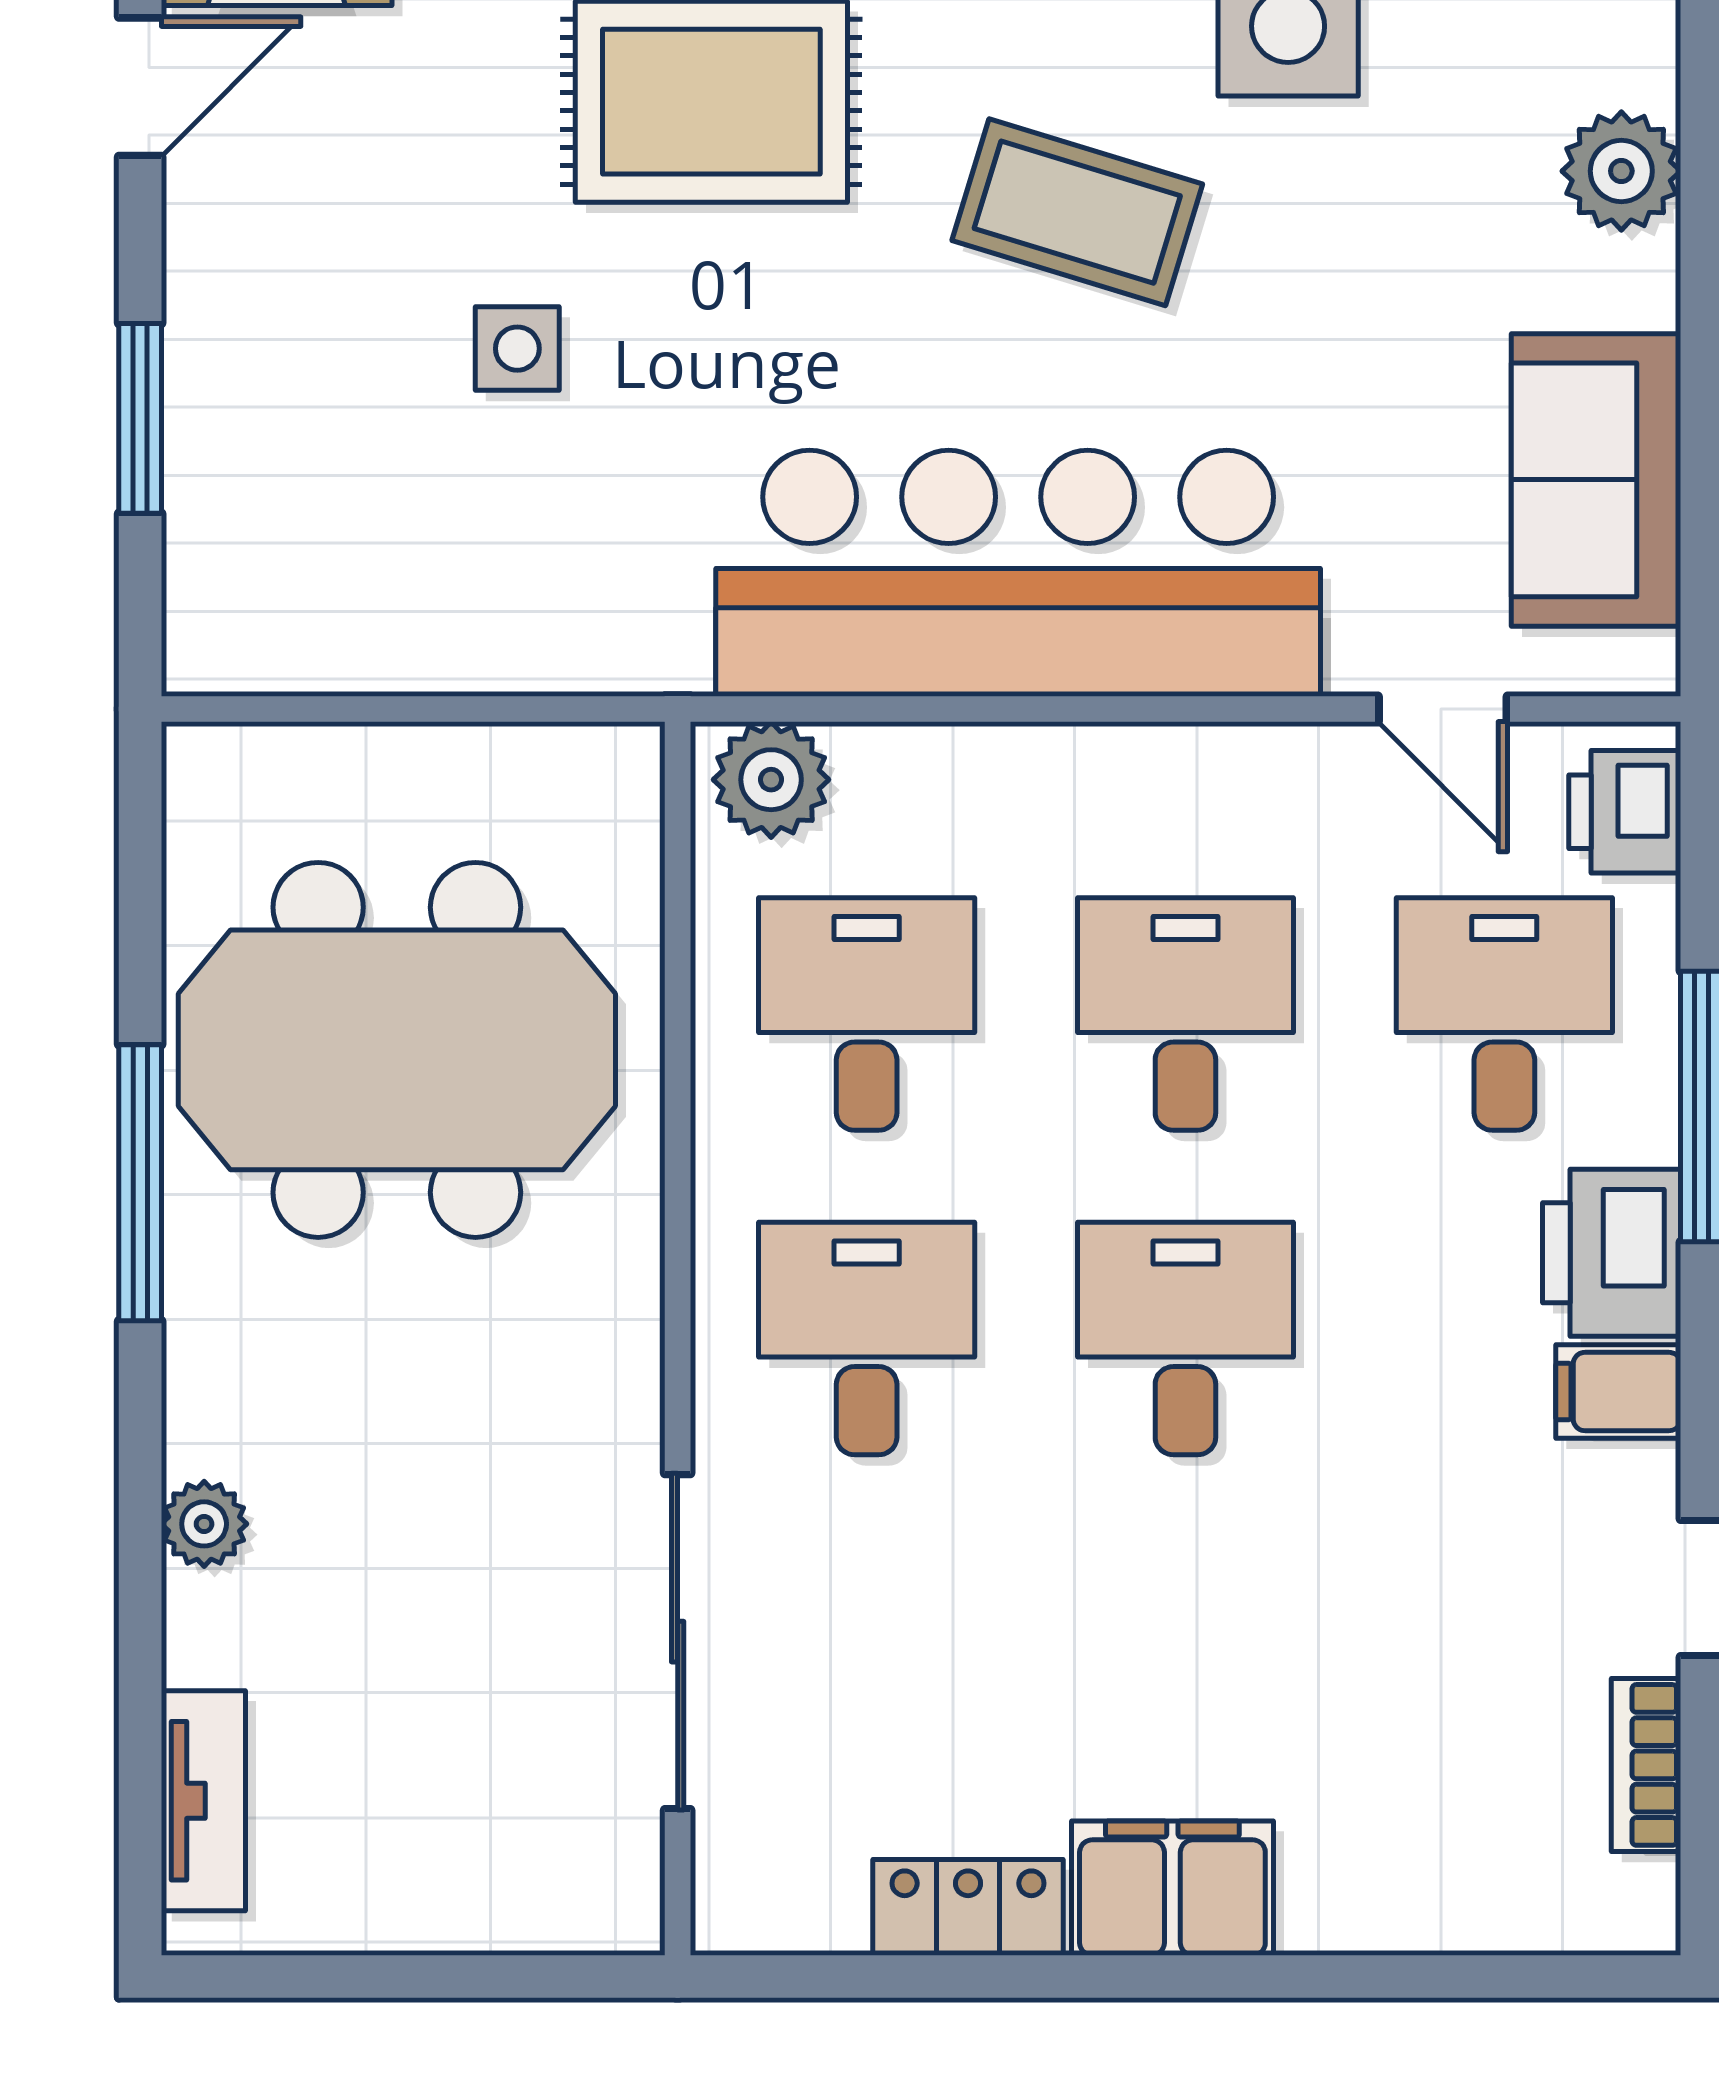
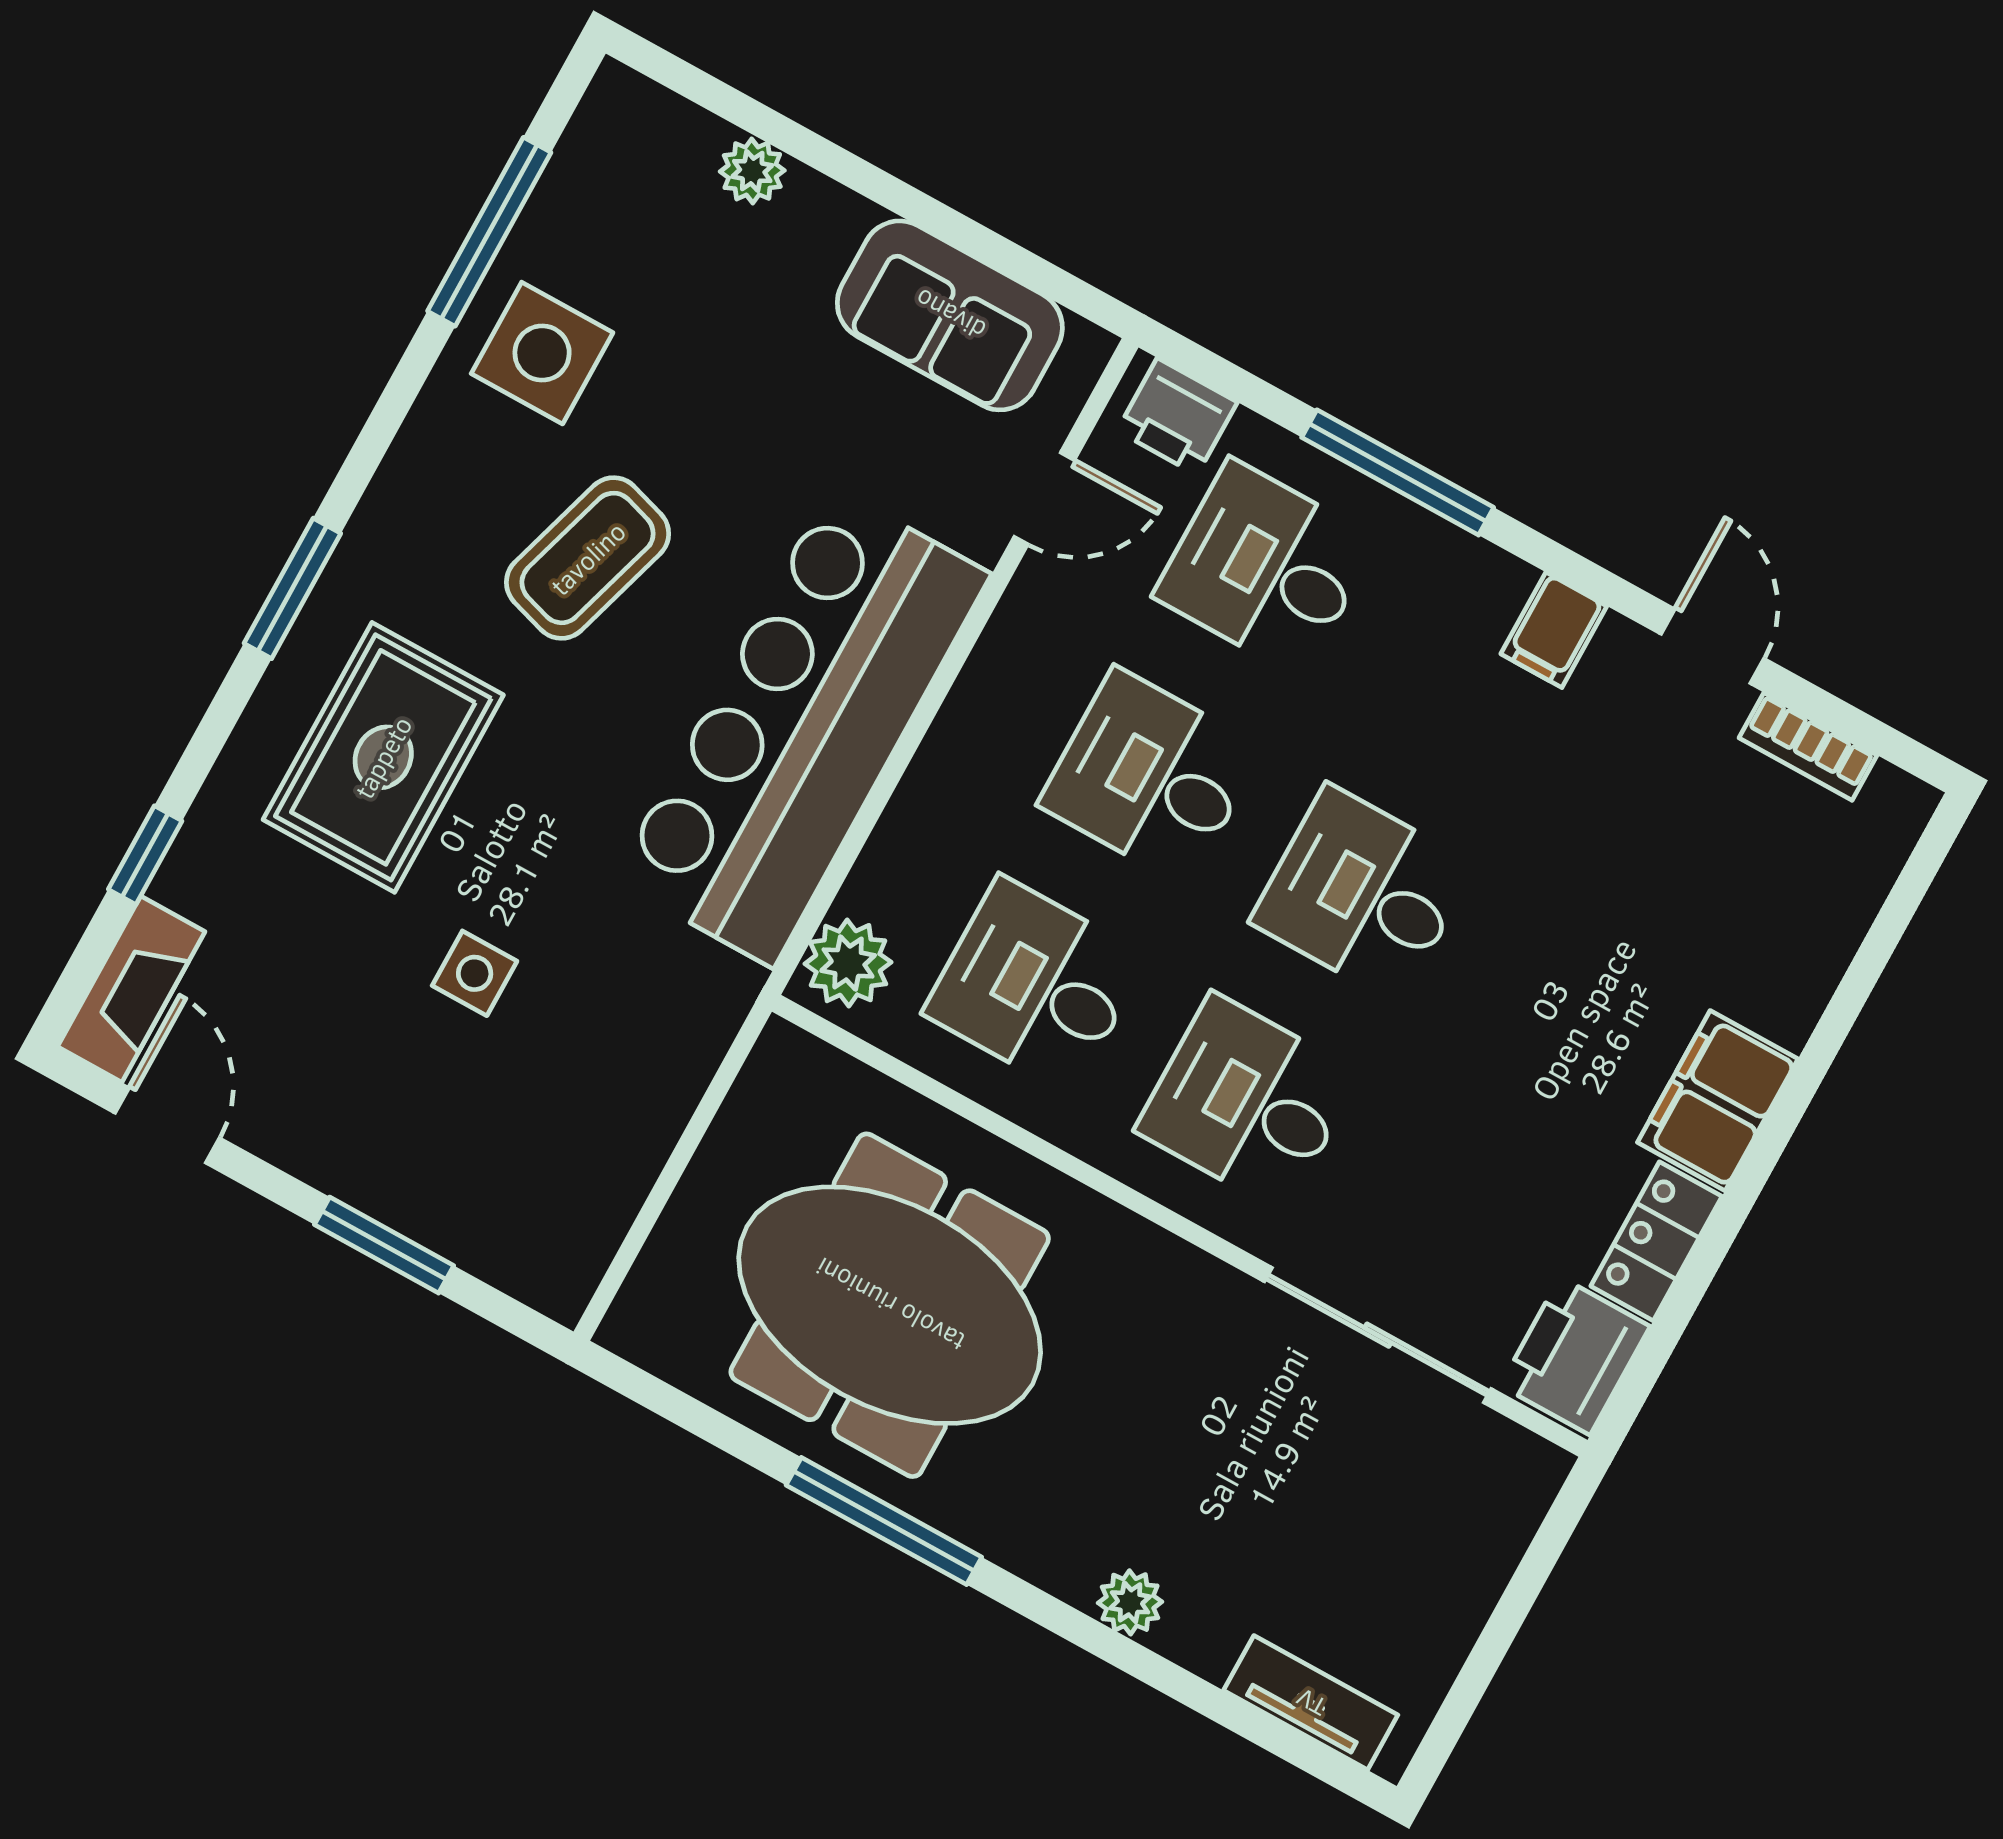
plant: (1621, 171) -> (752, 171), width x0.73, depth x0.73
meeting table: (397, 1050) -> (890, 1305), turned 90
printer: (1612, 1253) -> (1575, 1356), moved, turned 90

